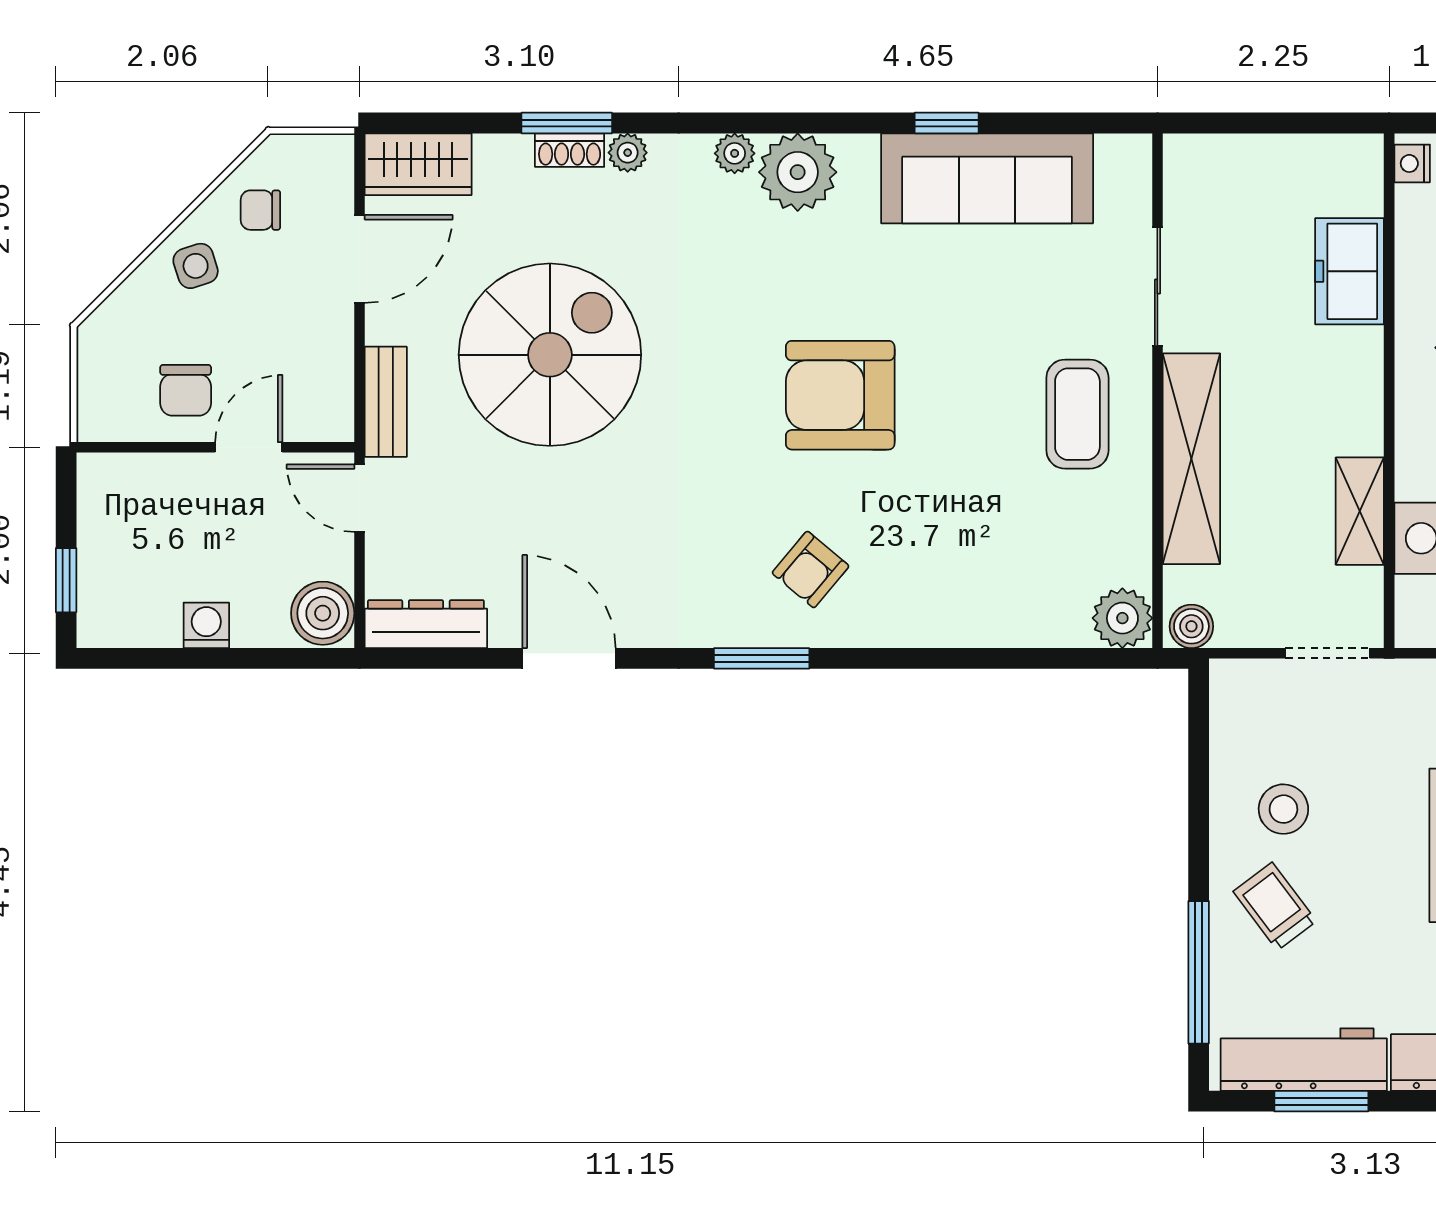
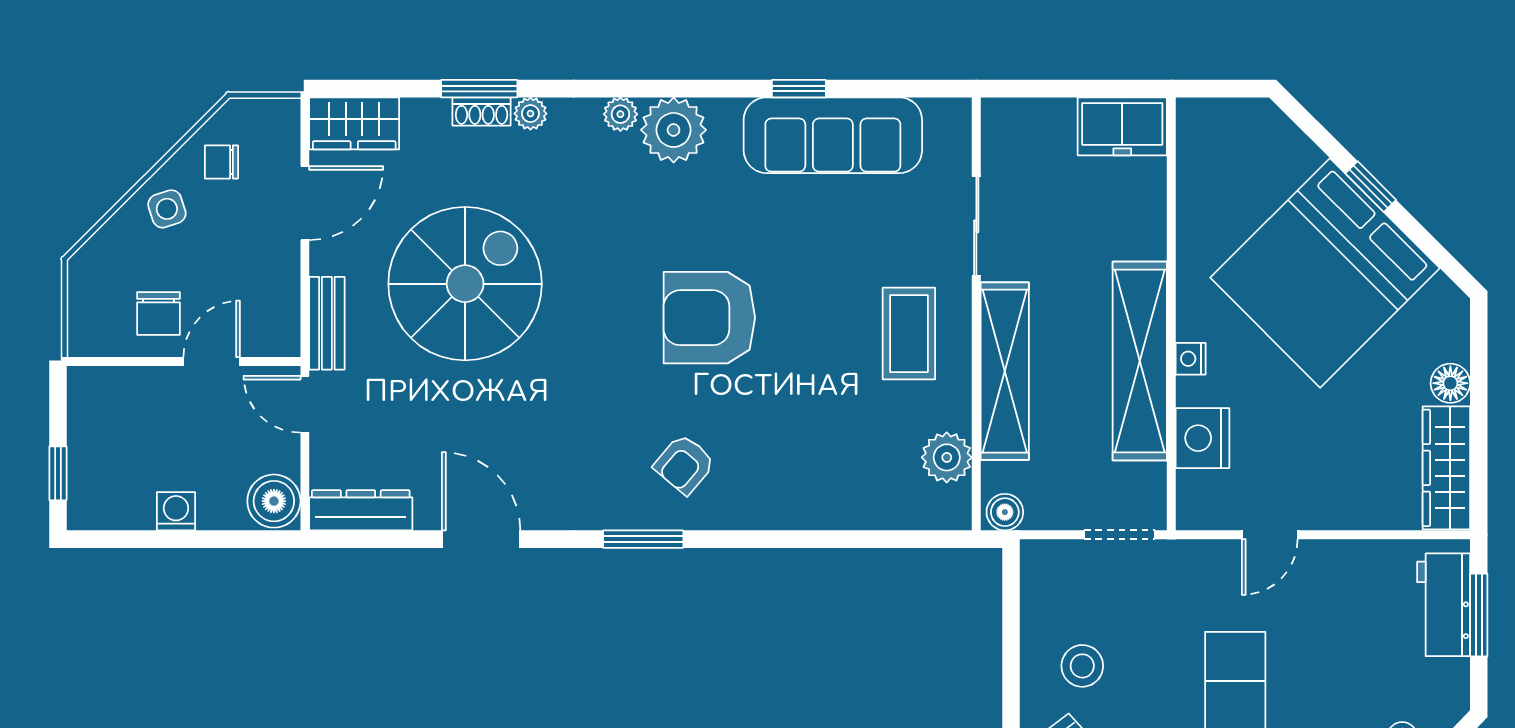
nightstand: (1412, 163) -> (1191, 359), moved
freezer: (1350, 271) -> (1122, 126), moved, turned -90
shelving: (1360, 511) -> (1140, 361), width x2.20, depth x1.33
plant: (1122, 618) -> (947, 457), moved

